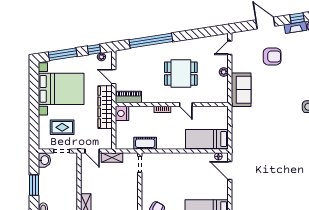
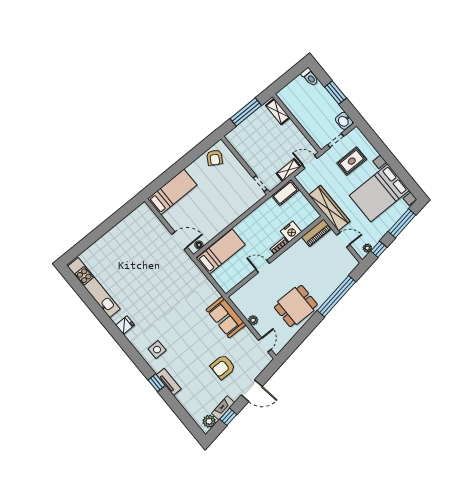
dining table: (181, 74) -> (296, 306), moved
nightstand: (122, 113) -> (291, 232), moved, turned 90
cot: (145, 143) -> (285, 193), moved

